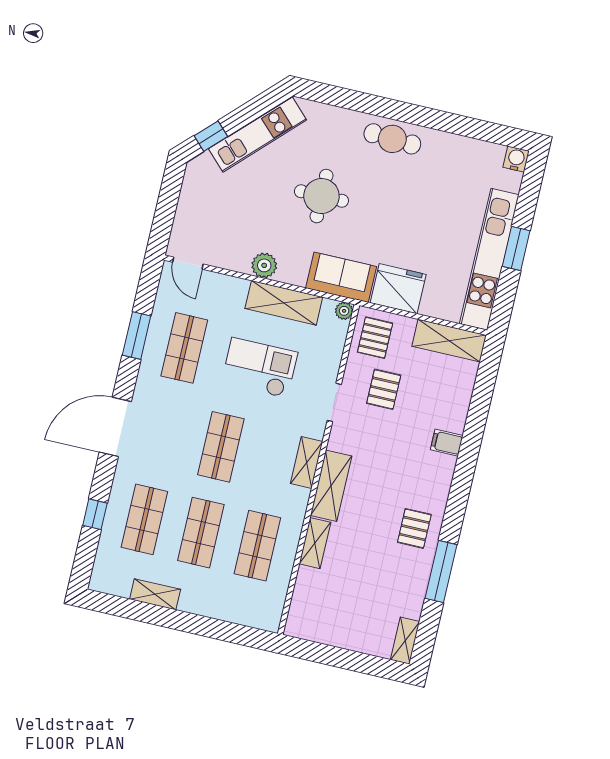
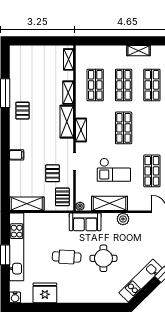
cafe table: (392, 139) -> (67, 257), moved
fridge: (398, 289) -> (45, 293), moved, turned 180
shelving: (405, 641) -> (69, 59), moved

